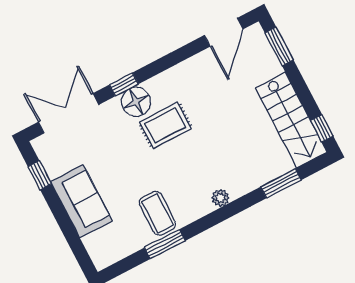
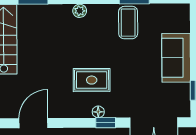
door: (224, 32) -> (33, 123), moved
floor lamp: (136, 102) -> (98, 112), width x0.53, depth x0.53

